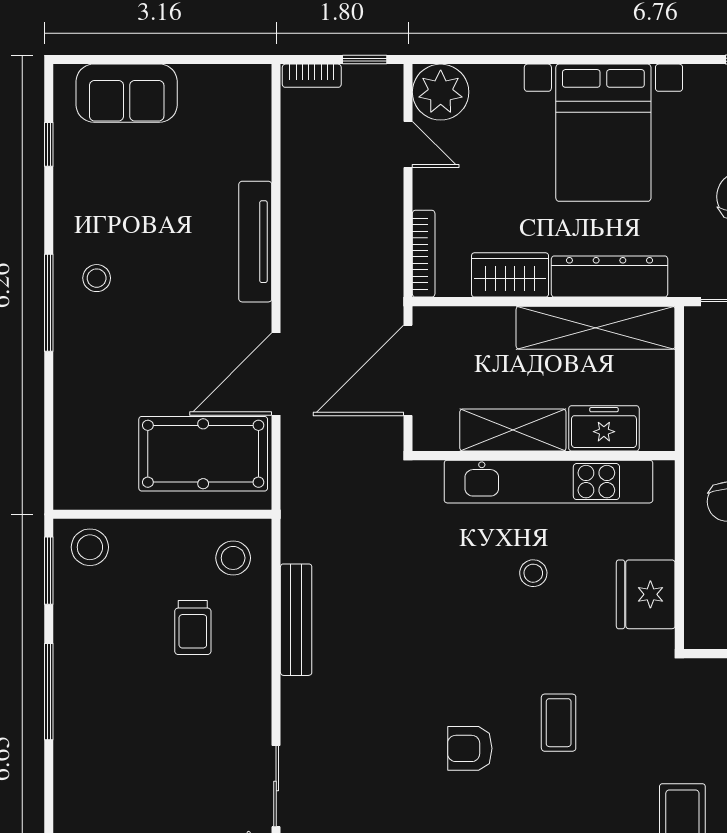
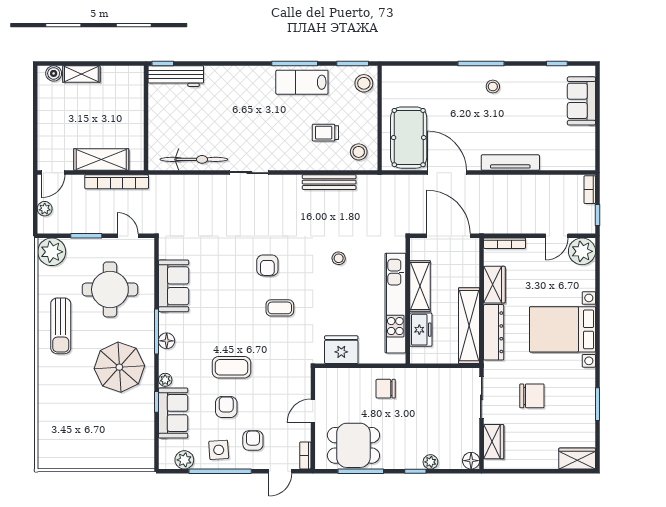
stool: (533, 573) -> (339, 258), moved
lab bench: (88, 676) -> (302, 82), added
armchair: (470, 748) -> (267, 265), turned 180

